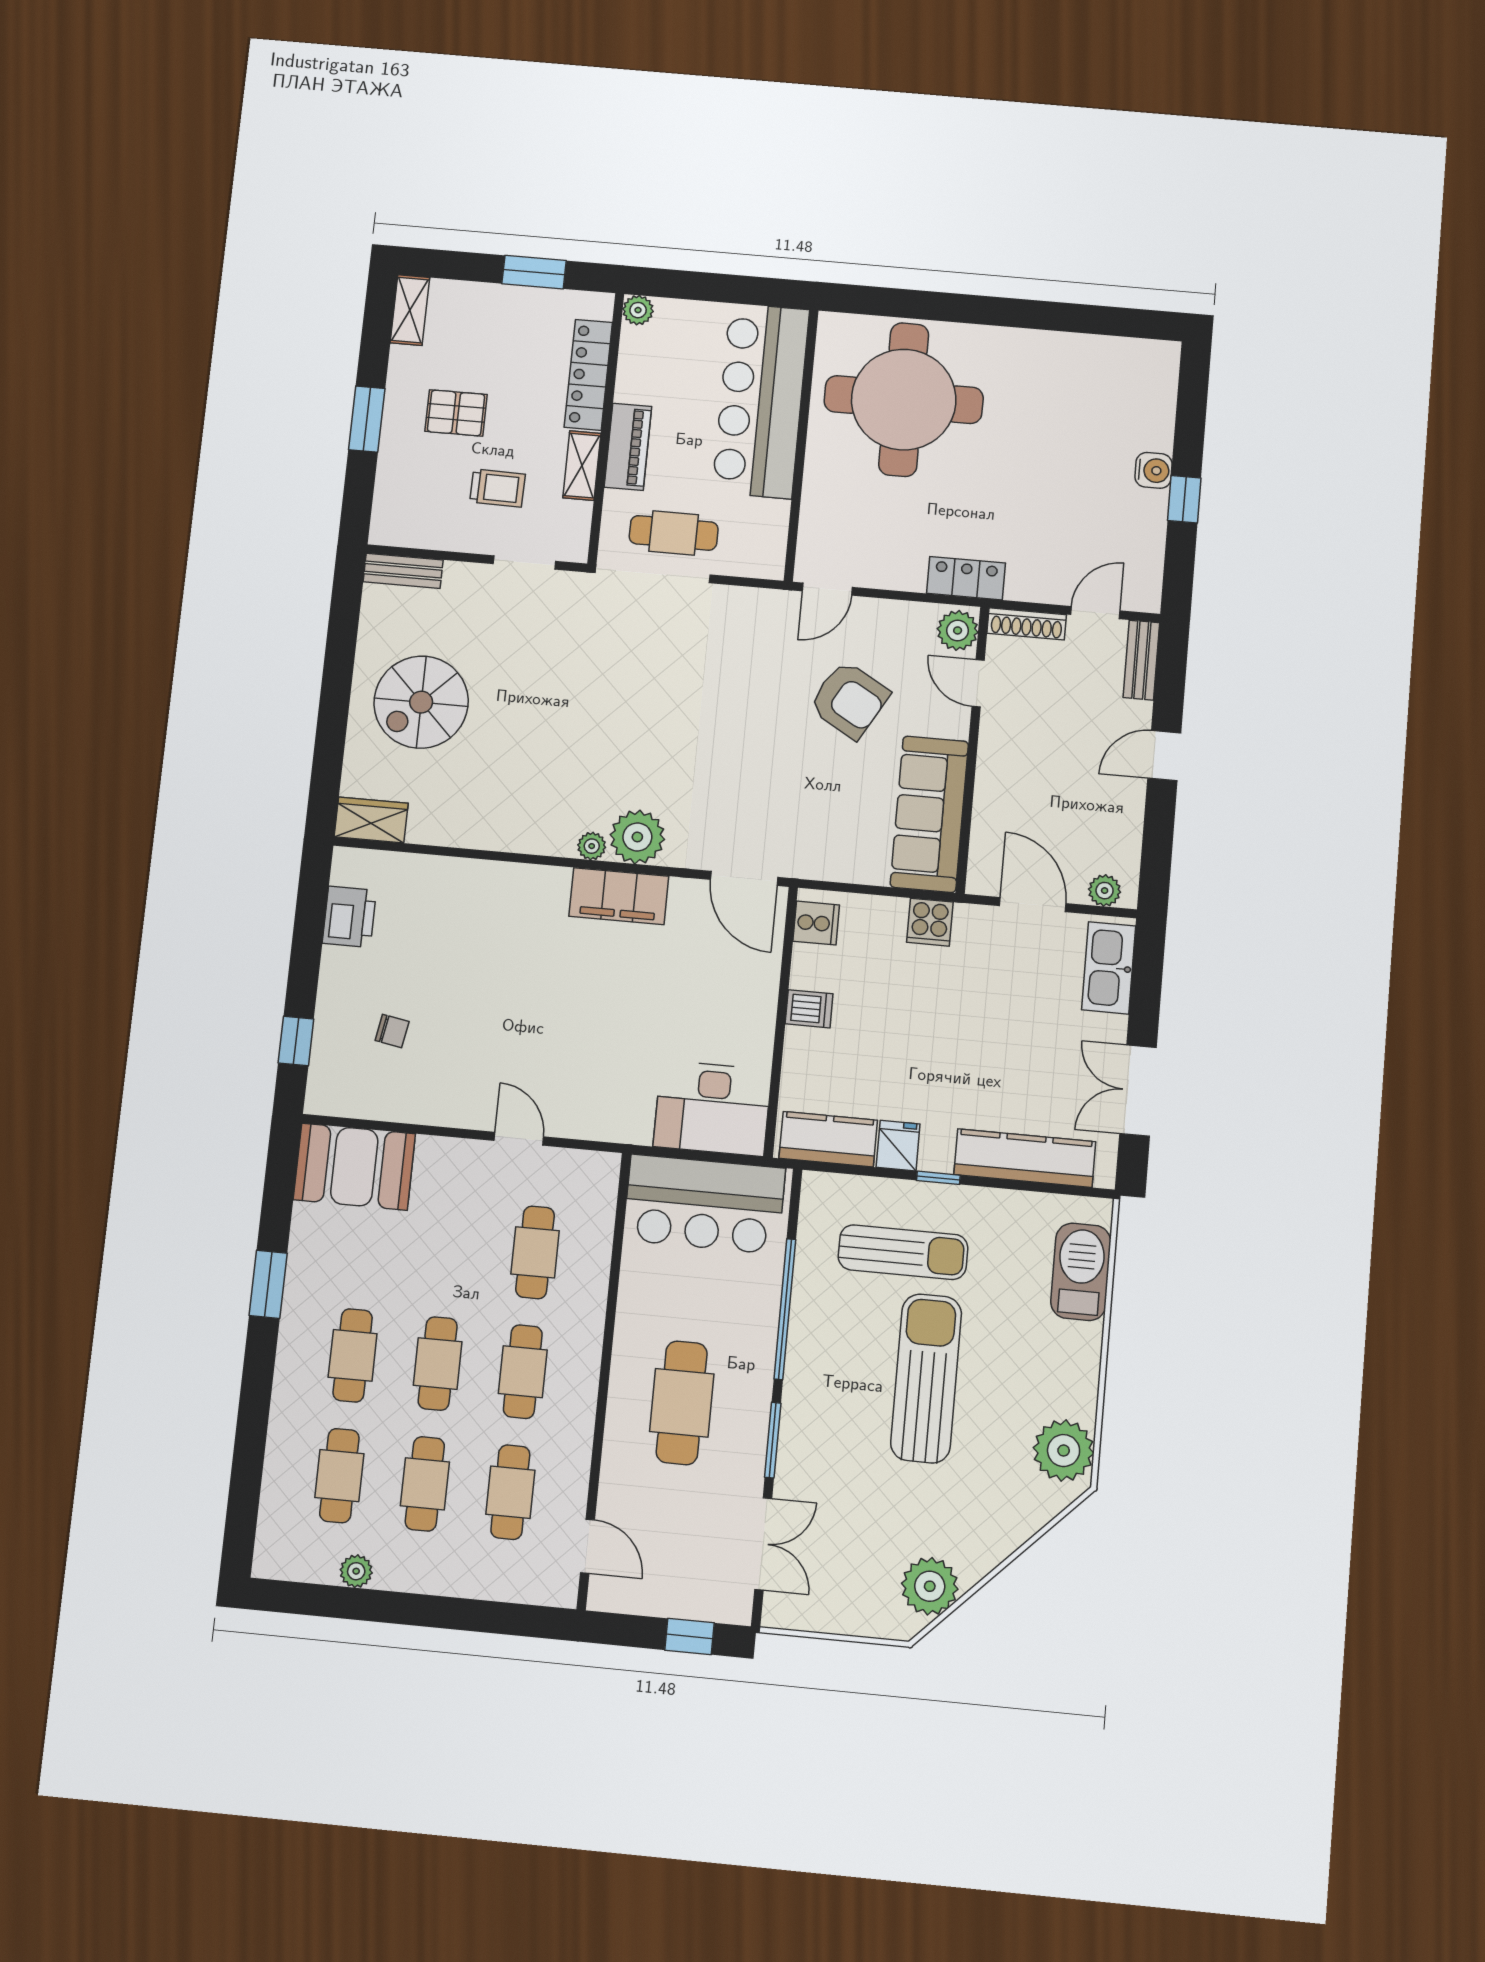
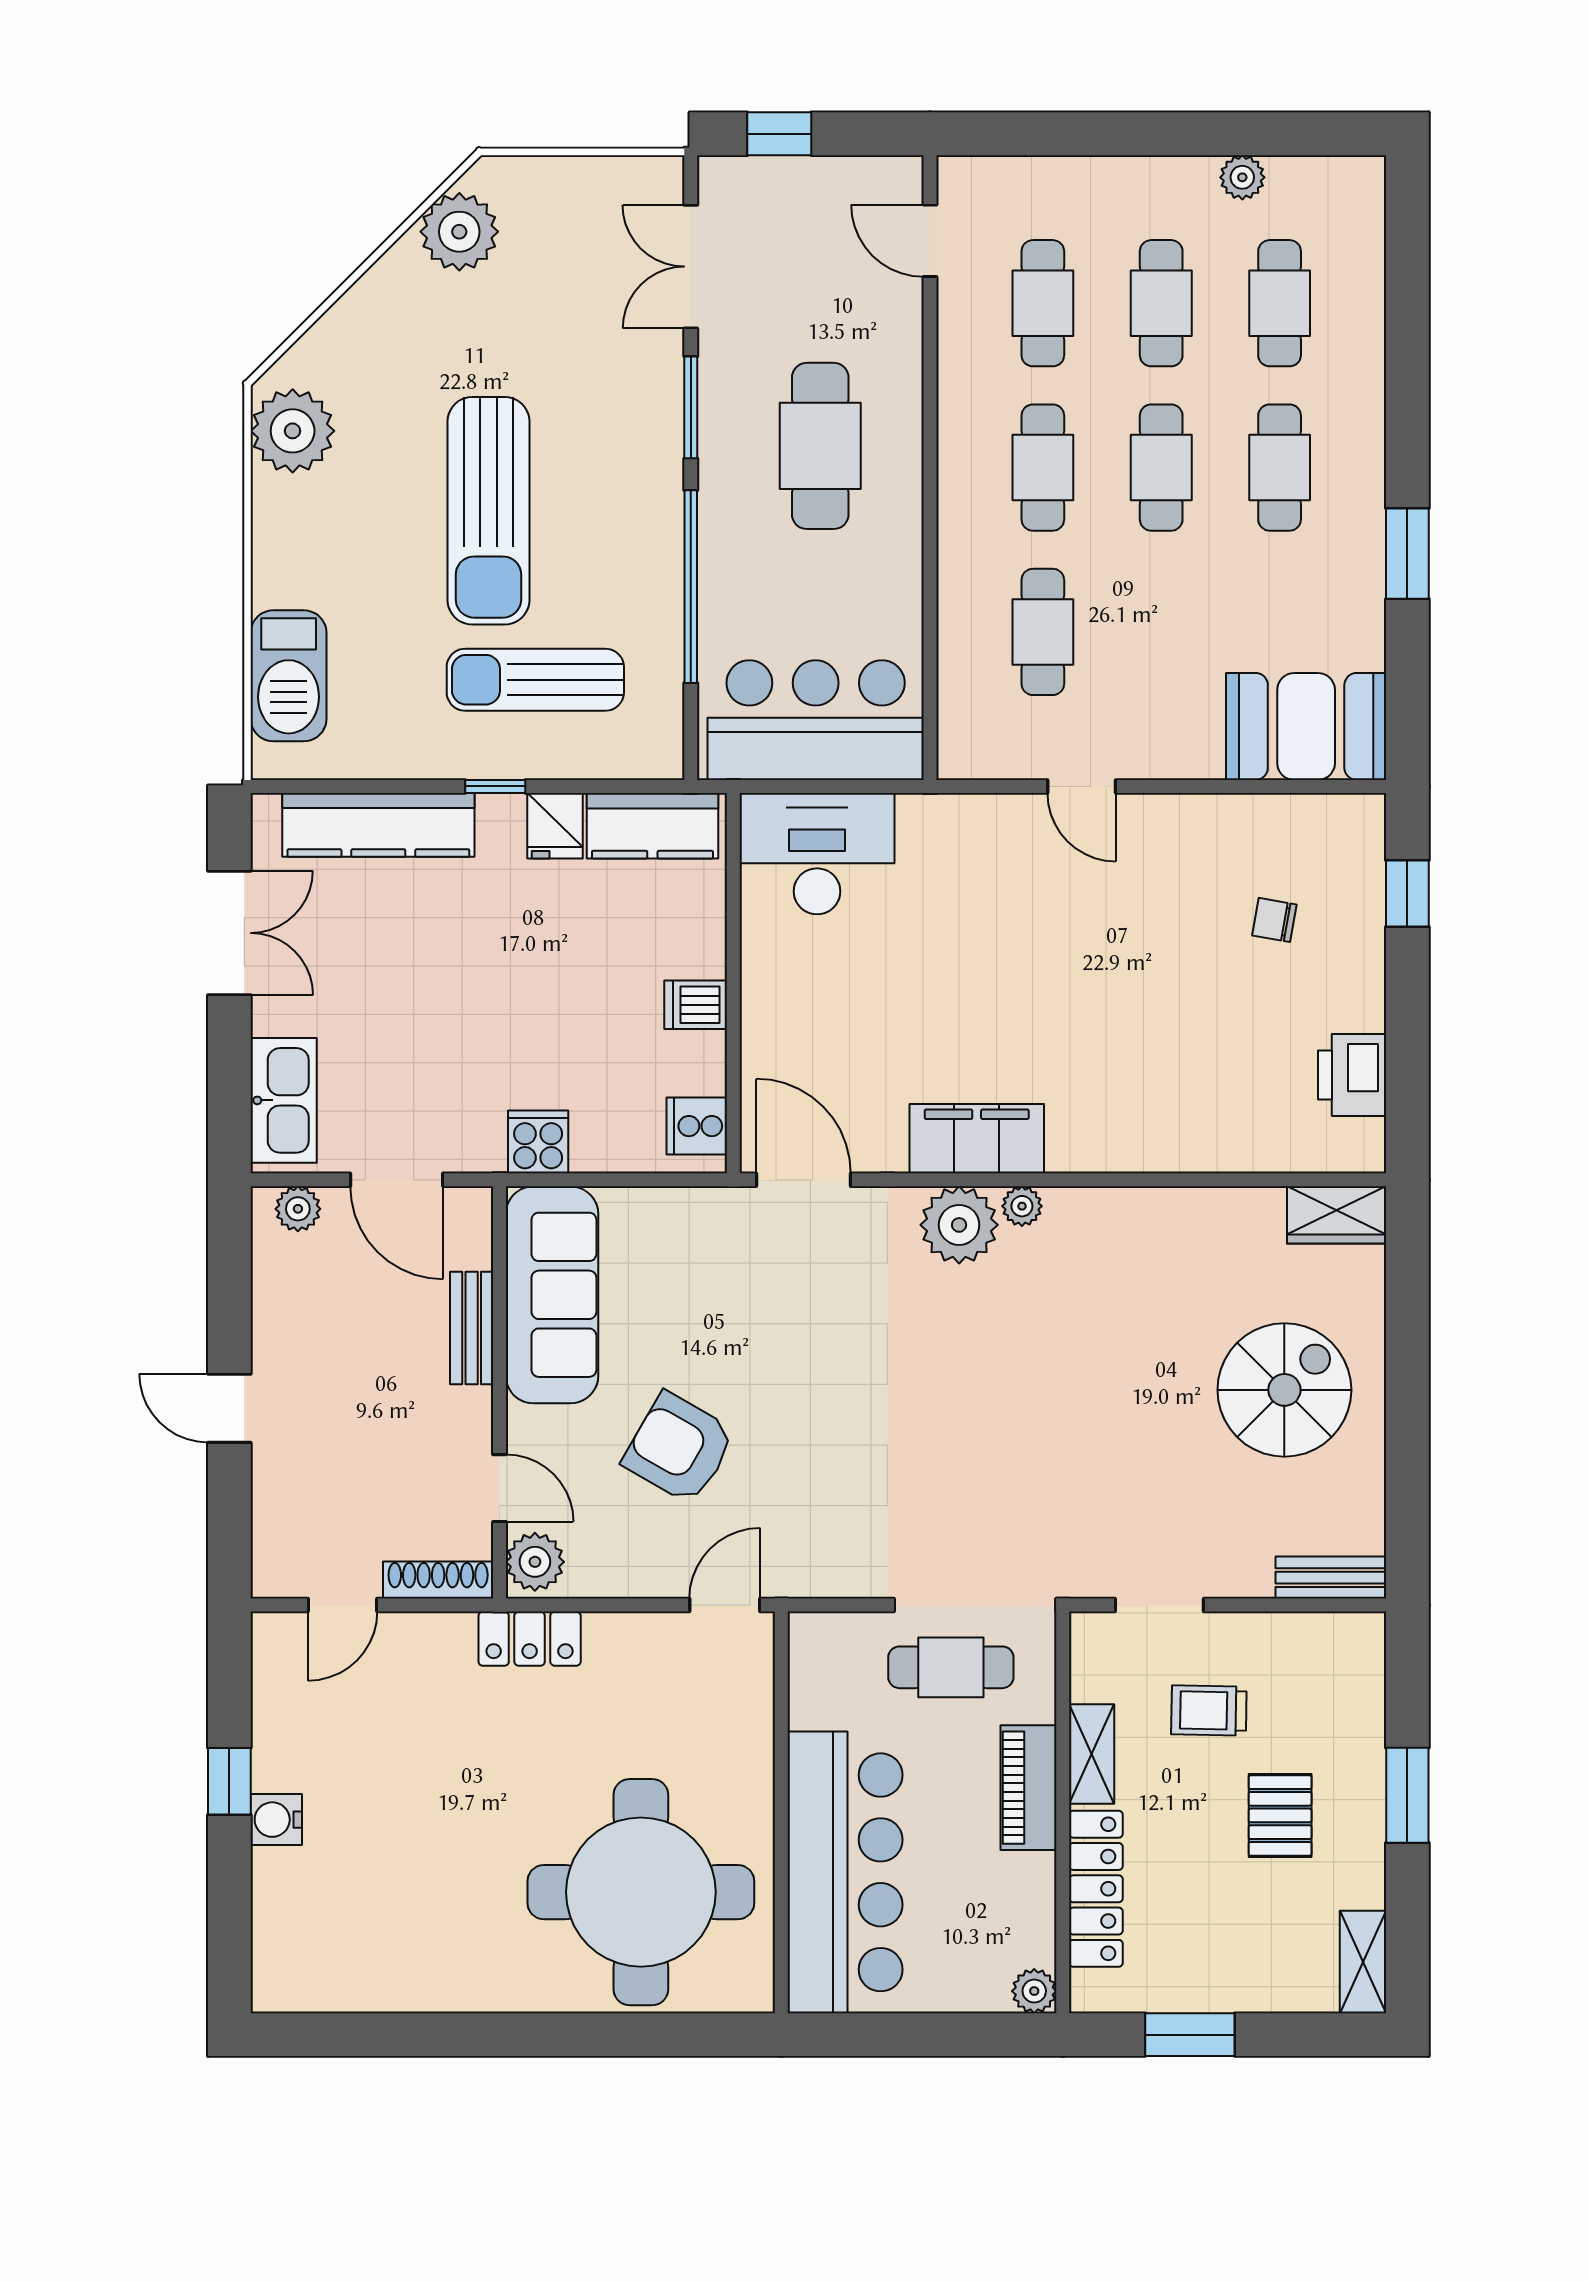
pallet: (456, 413) -> (1280, 1815), turned 90
bench: (1141, 660) -> (472, 1328), moved
door: (1164, 756) -> (229, 1408), swing flipped

